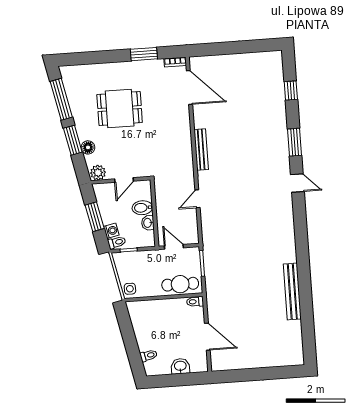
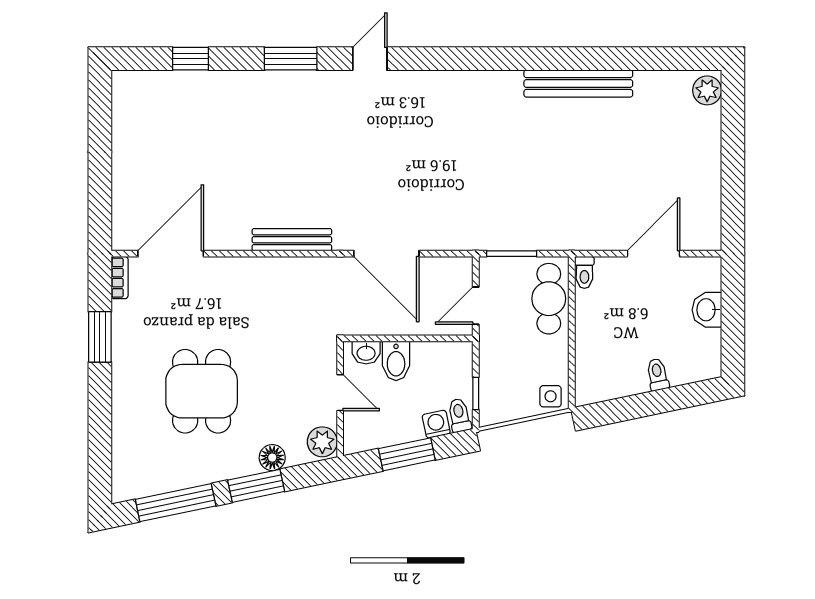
door: (197, 199) -> (386, 254), width x1.87
washbasin: (148, 223) -> (366, 353), moved
toilet: (149, 355) -> (658, 375), moved
plant: (293, 358) -> (707, 90), added

